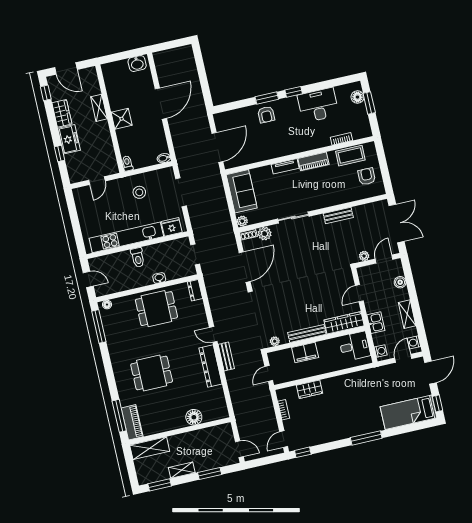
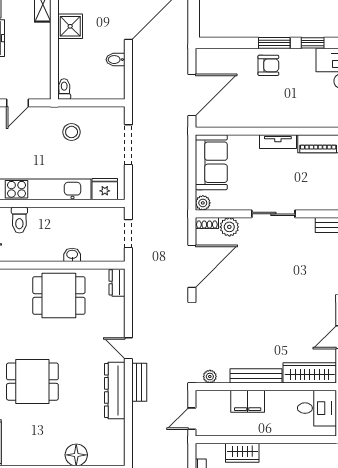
armchair: (266, 115) -> (268, 65), turned -90
bidet: (164, 158) -> (115, 60), moved
toilet: (138, 257) -> (19, 220), moved

